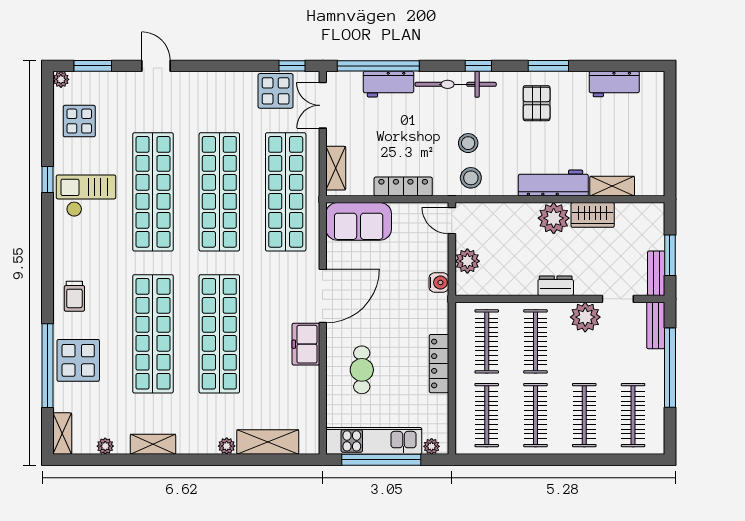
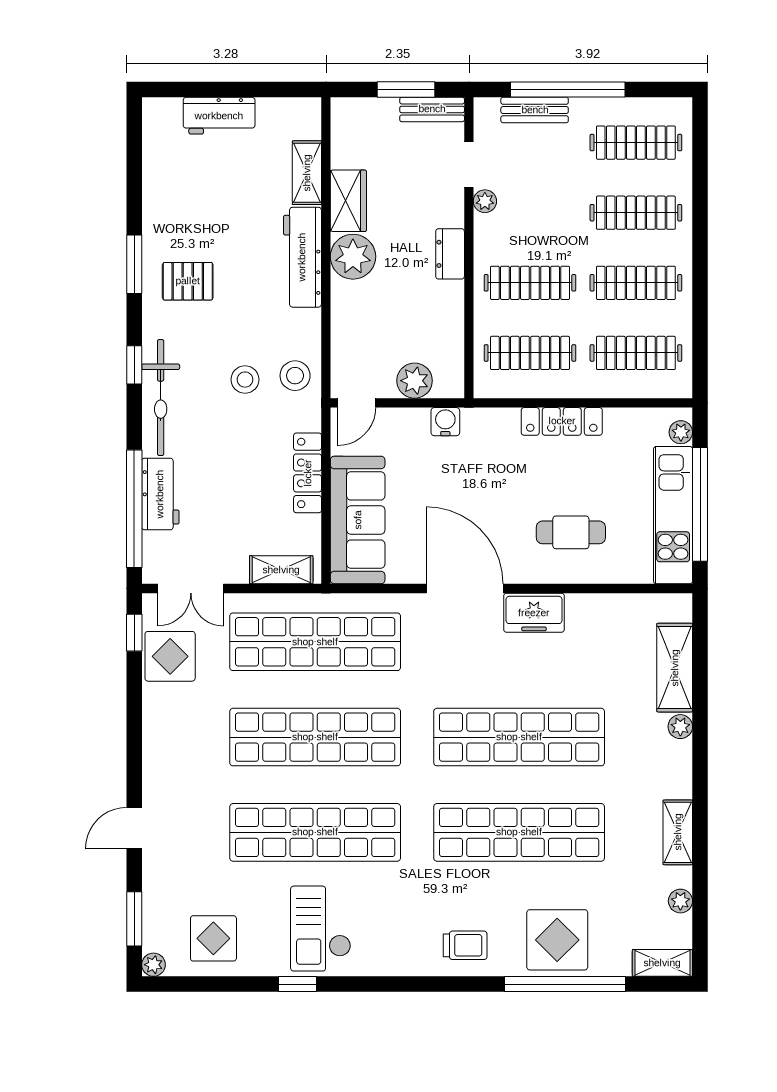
workbench: (614, 84) -> (219, 116), moved, turned 90
sofa: (359, 221) -> (358, 520), width x1.36
plant: (585, 317) -> (485, 201), width x0.53, depth x0.53
bench: (656, 325) -> (535, 110), moved

